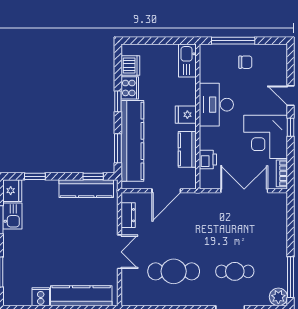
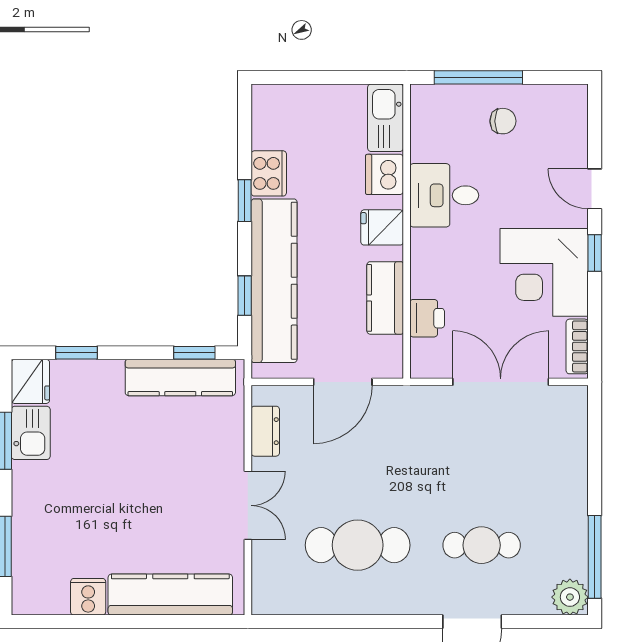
dishwasher: (130, 65) -> (384, 174), moved, turned 180
desk: (216, 105) -> (444, 195), width x0.73
window: (118, 148) -> (245, 296), width x0.67

